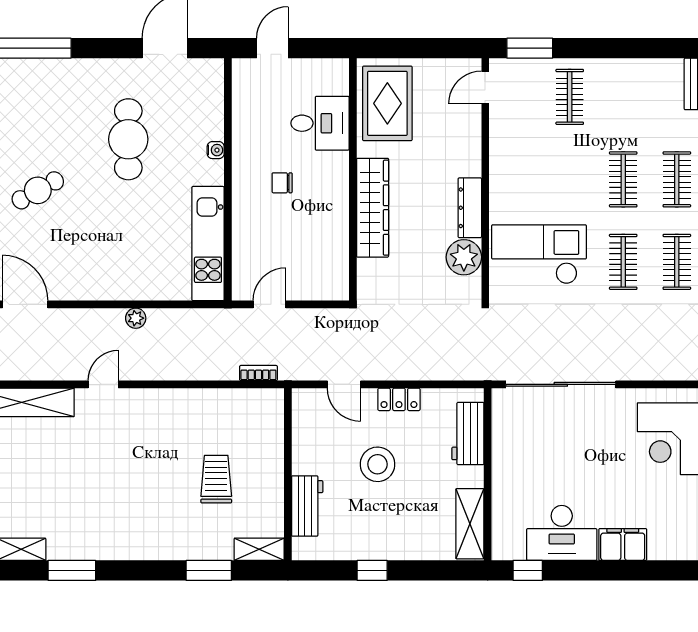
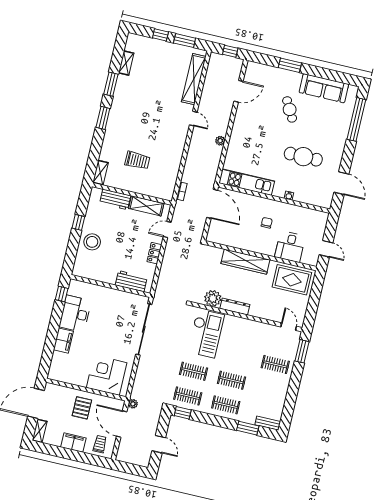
door: (272, 48) -> (326, 249), moved
door: (269, 304) -> (212, 204), width x1.88
stool: (378, 464) -> (92, 242), moved
shelving: (470, 524) -> (146, 206), moved
window: (209, 570) -> (103, 118), moved

